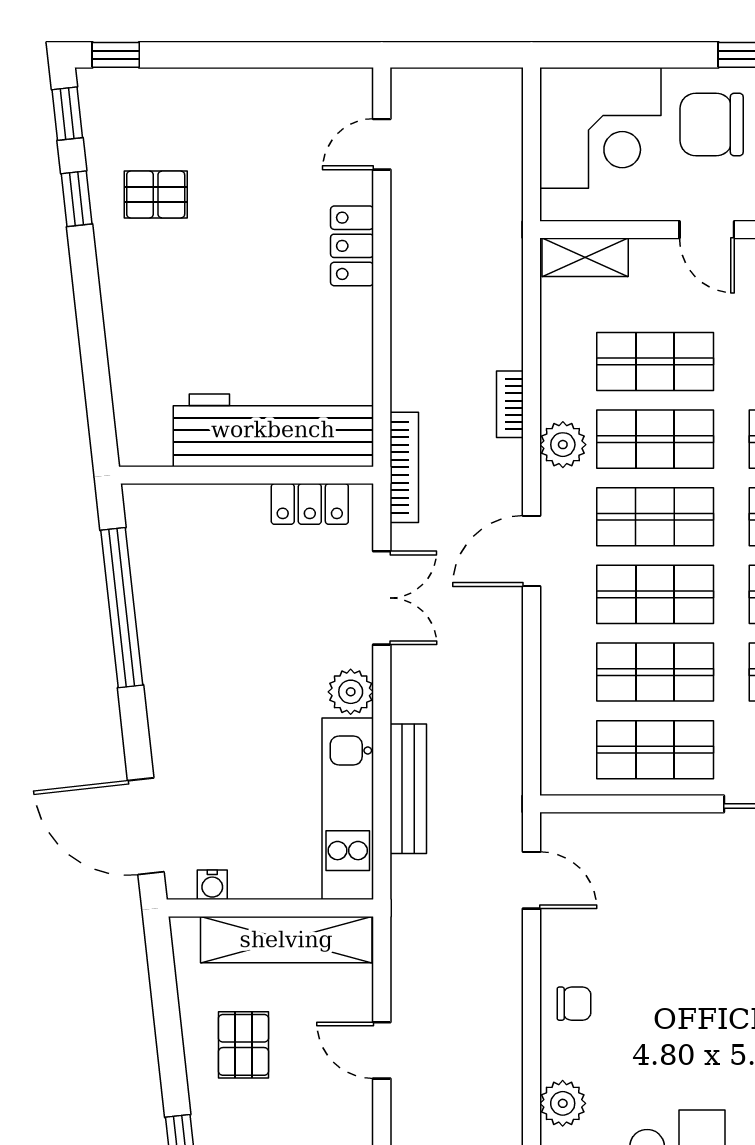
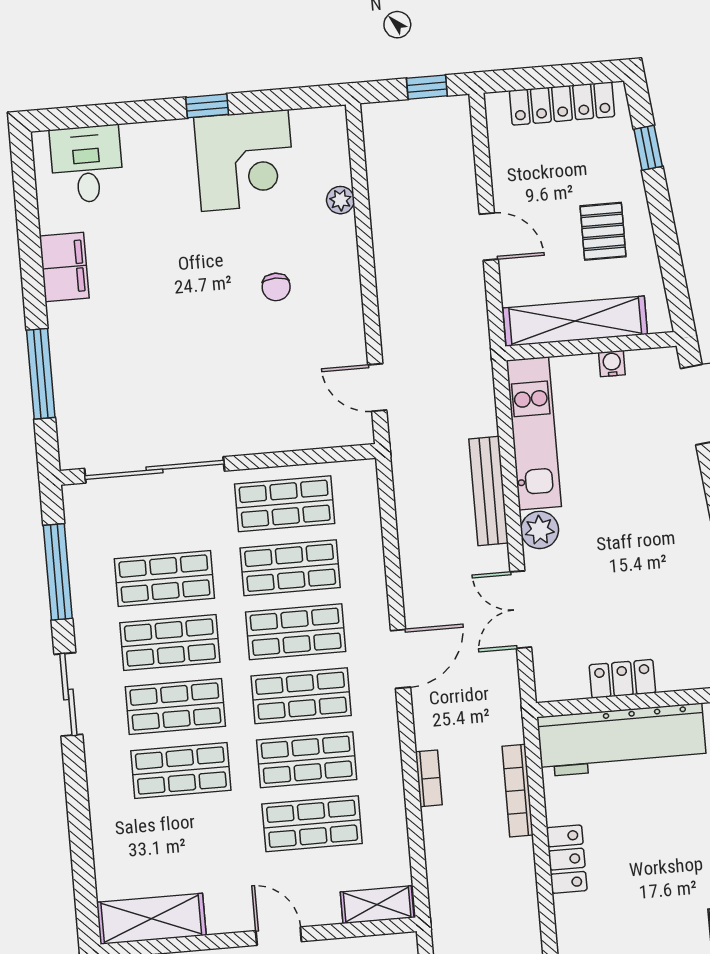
locker: (352, 246) -> (567, 859), moved
plant: (563, 445) -> (382, 749), removed
bookcase: (404, 467) -> (518, 791), moved
locker: (310, 504) -> (622, 679), moved
bench: (408, 789) -> (489, 491), moved
water cooler: (212, 885) -> (612, 364), moved
chair: (574, 1004) -> (276, 287), moved, turned -90
plant: (563, 1103) -> (340, 200), width x0.73, depth x0.73

